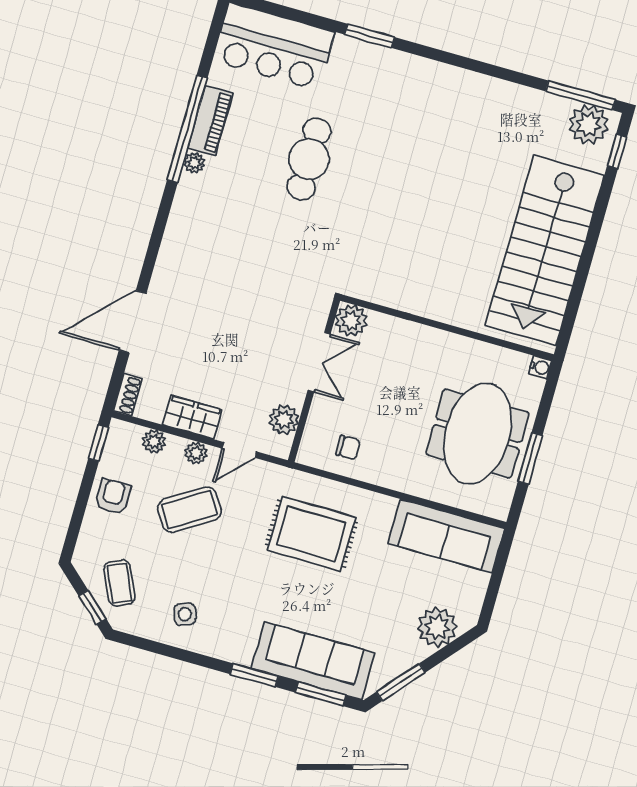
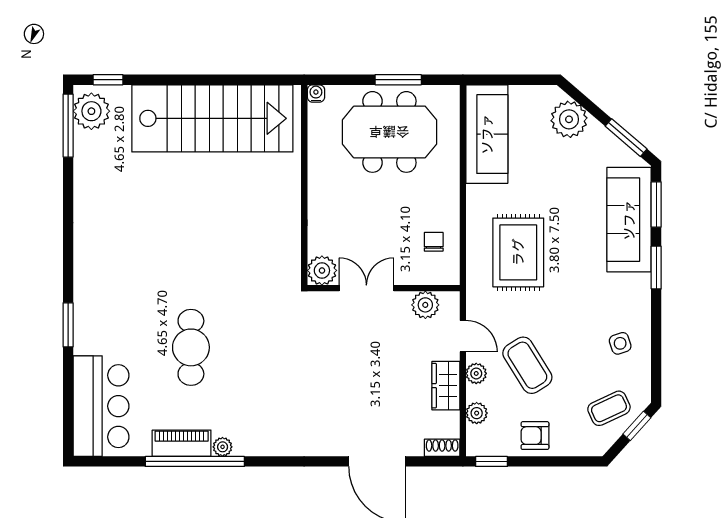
cafe table: (309, 159) -> (191, 347), turned 90

